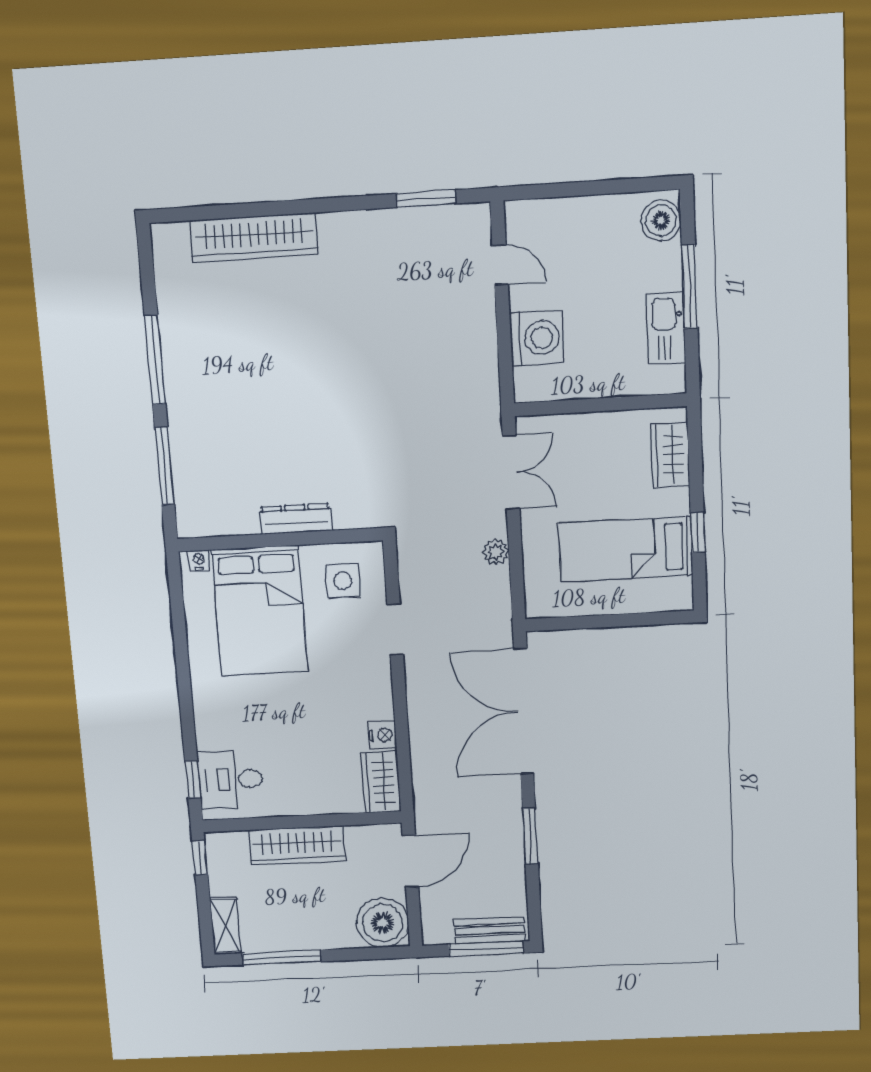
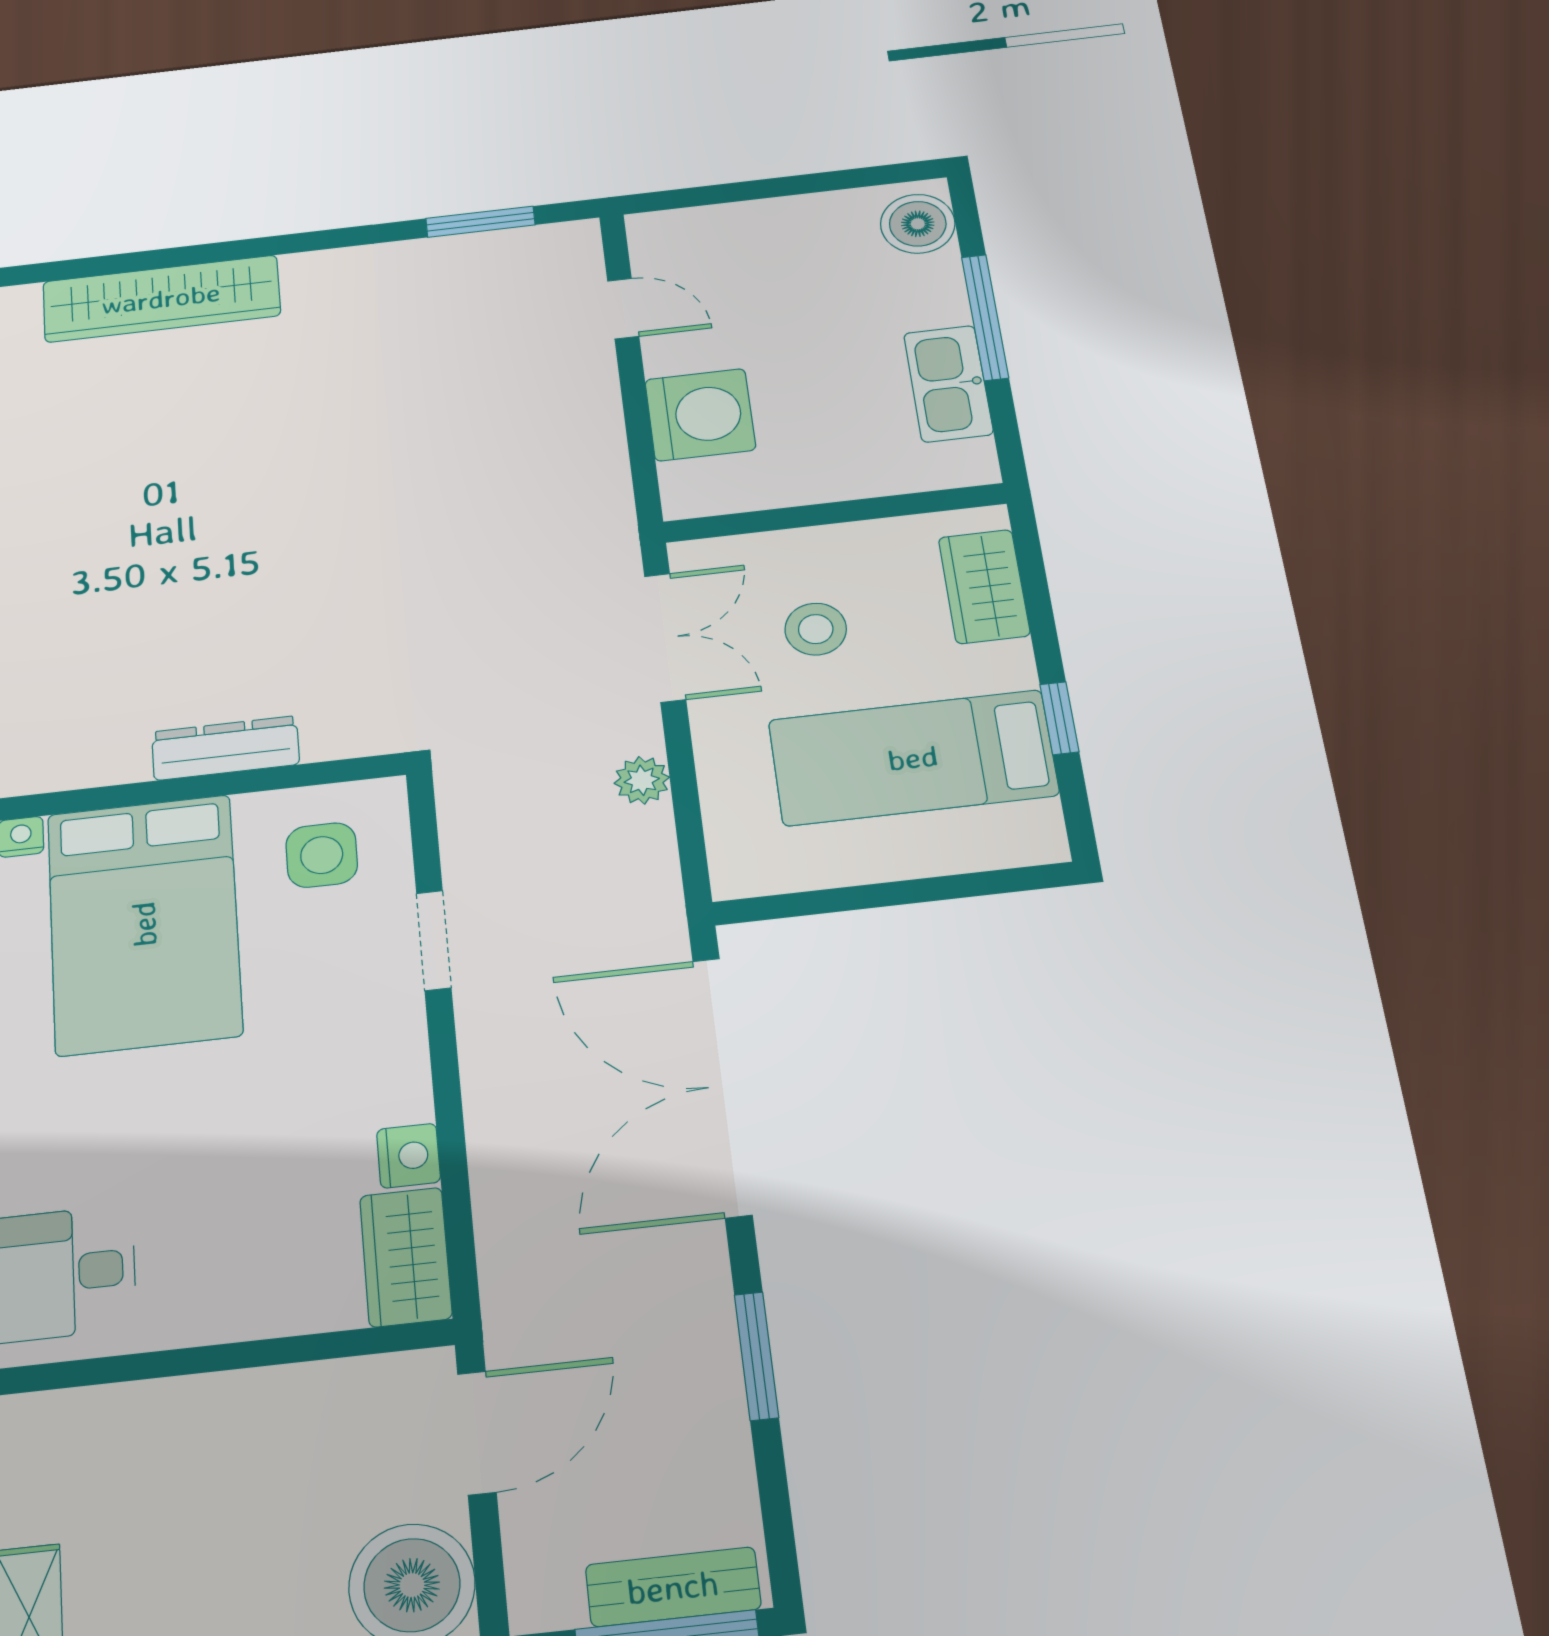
stool: (585, 473) -> (816, 629), added
wardrobe: (297, 845) -> (209, 1413), removed

